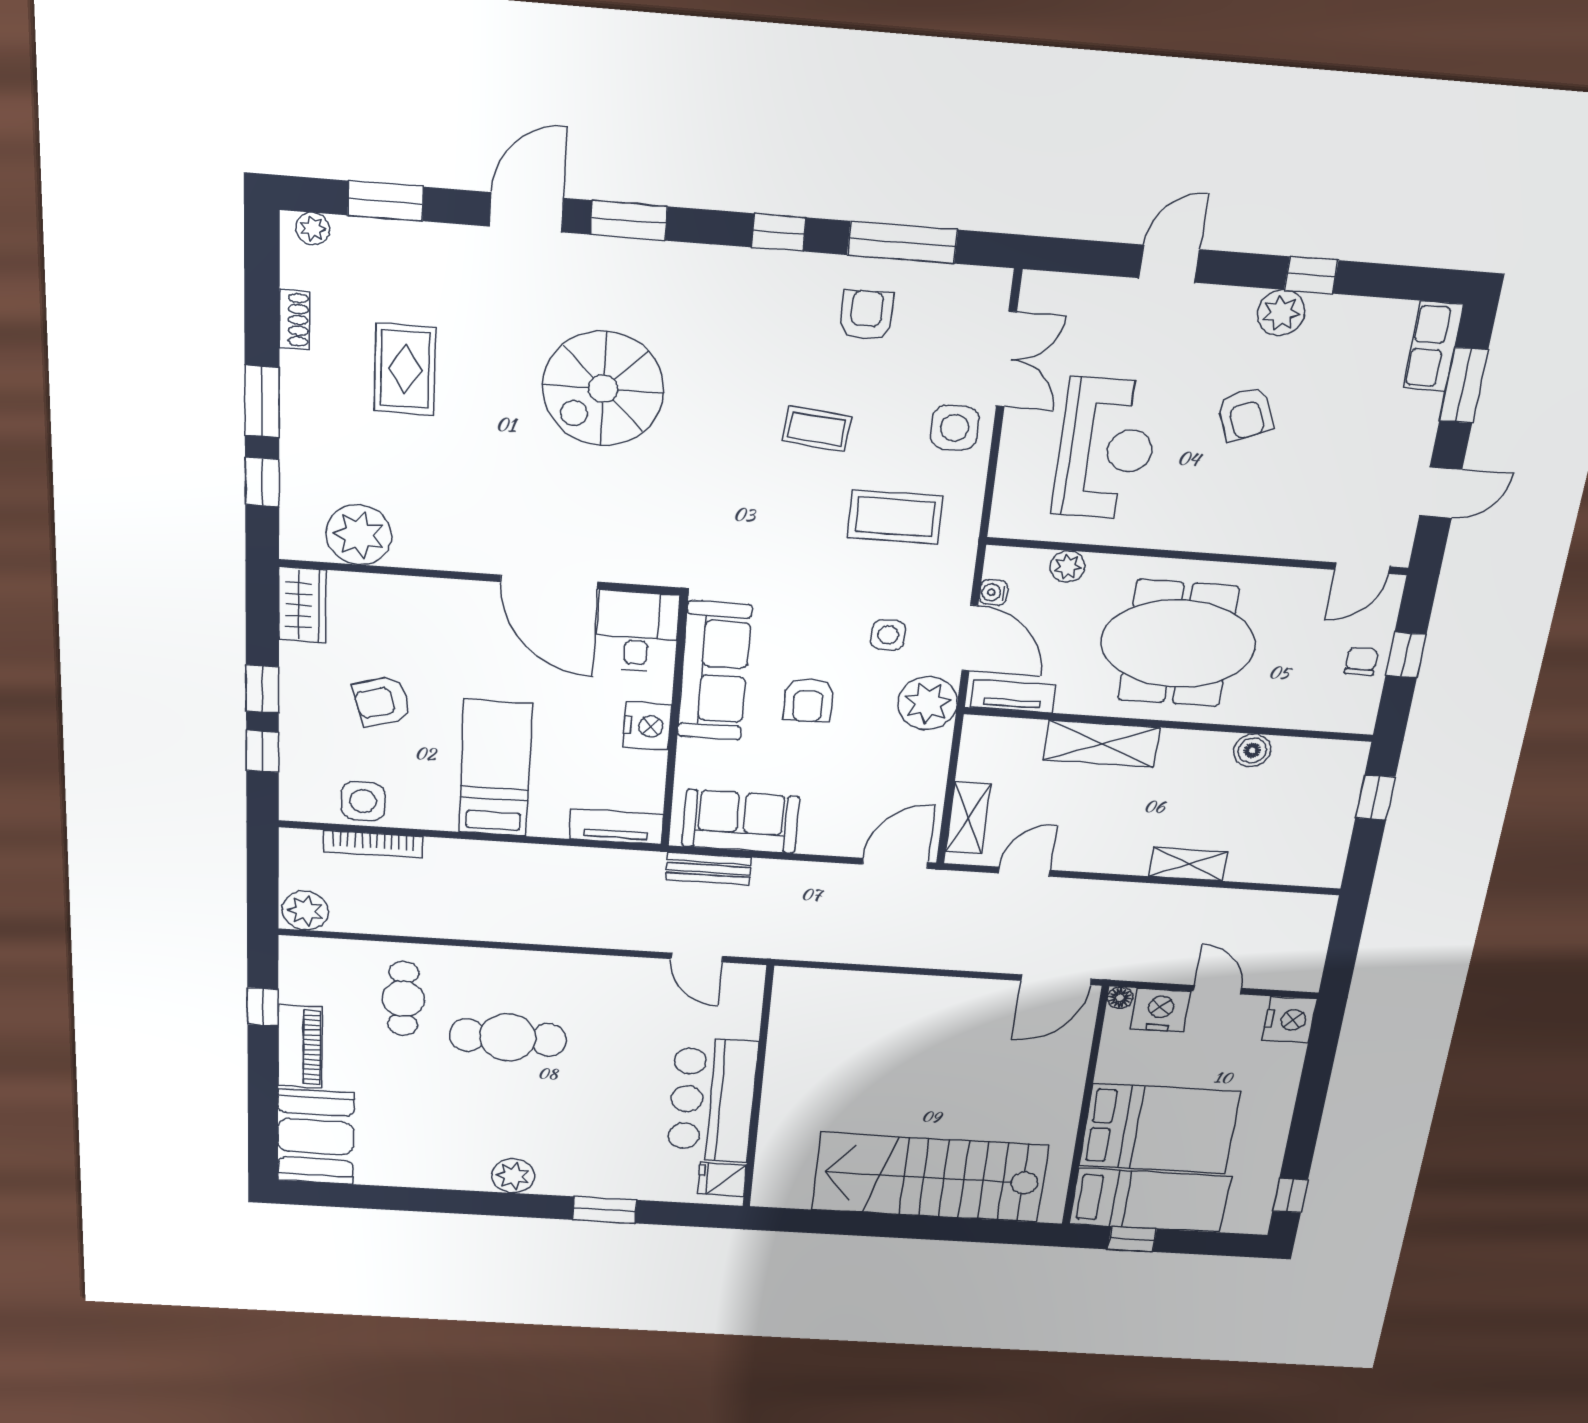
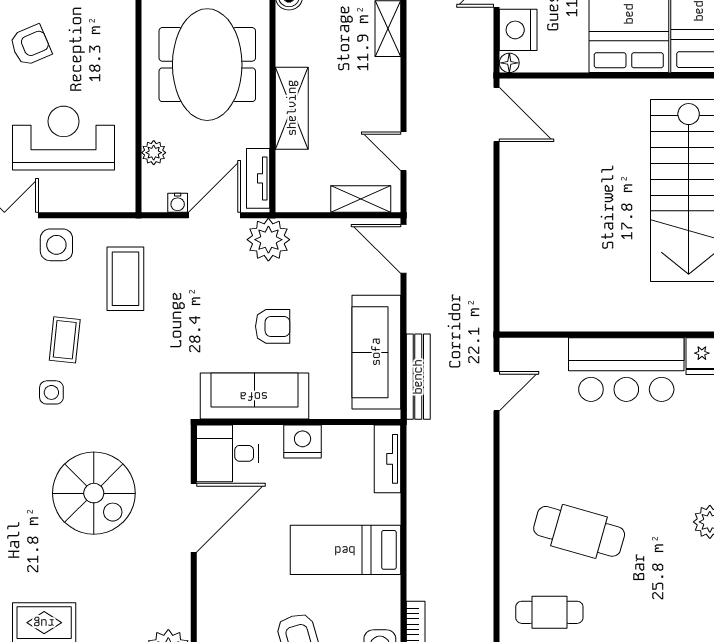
spiral stairs: (603, 389) -> (94, 493), moved
side table: (888, 635) -> (51, 392), moved
sofa: (741, 821) -> (376, 352), width x1.36
bench: (709, 869) -> (418, 377), width x1.36
cafe table: (508, 1037) -> (579, 531), turned -74

